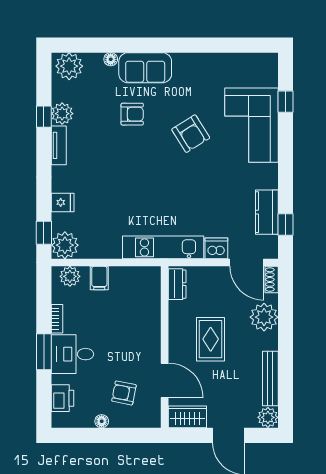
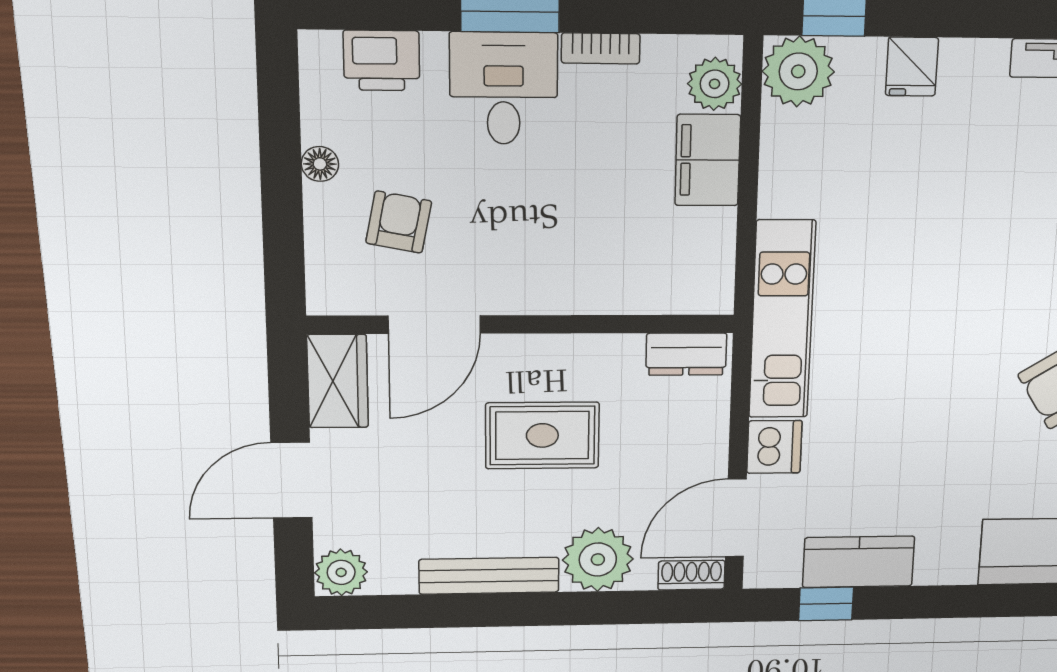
filing cabinet: (99, 278) -> (708, 160), width x2.00
bench: (270, 378) -> (489, 576), moved

